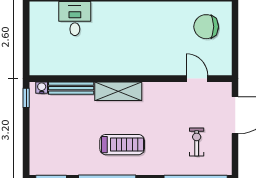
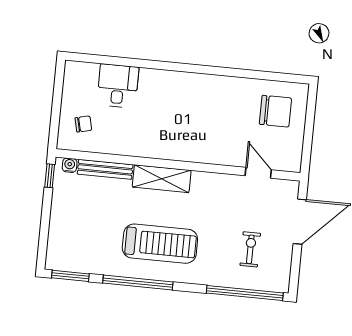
chair: (206, 27) -> (275, 111), turned 180
chair: (50, 53) -> (83, 124), added
treadmill: (122, 145) -> (160, 244), width x1.37, depth x1.37

